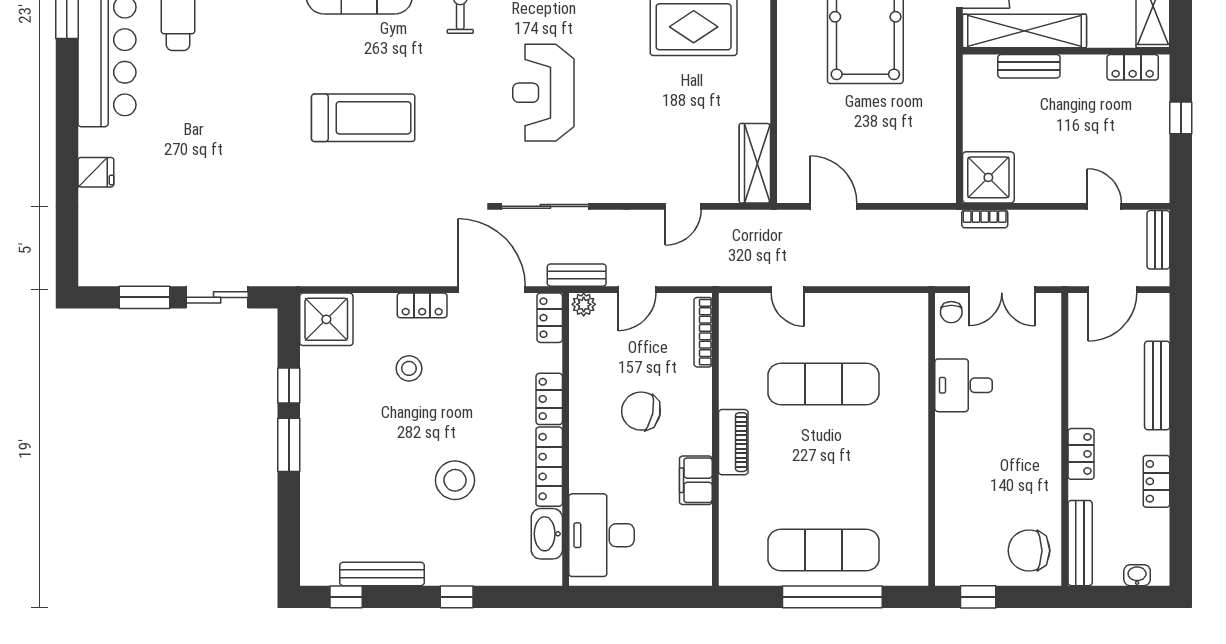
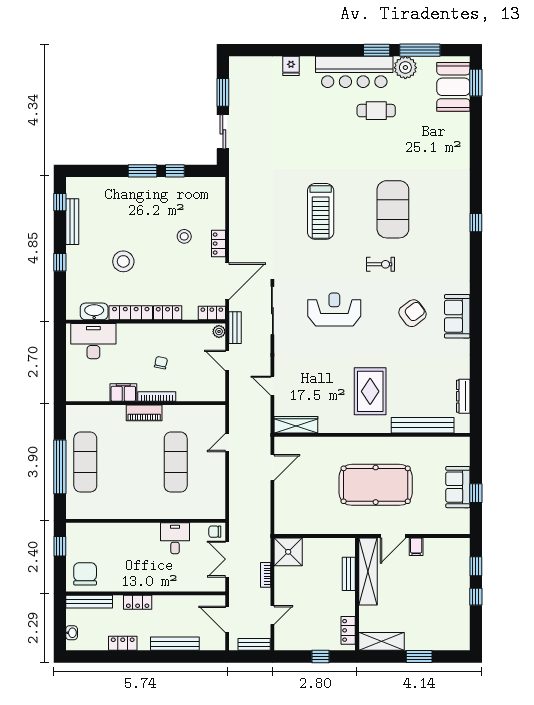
bookcase: (985, 219) -> (266, 575), moved
shower: (326, 319) -> (211, 191), removed
bookcase: (703, 332) -> (157, 396), moved
chair: (641, 411) -> (161, 363), width x0.54, depth x0.54

